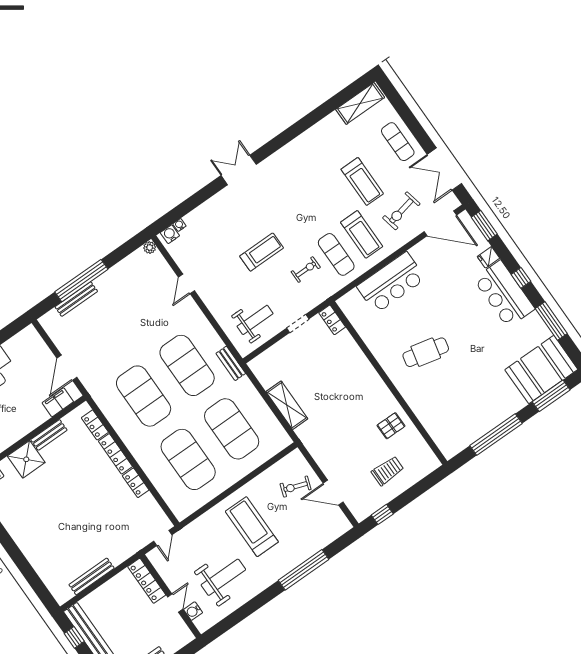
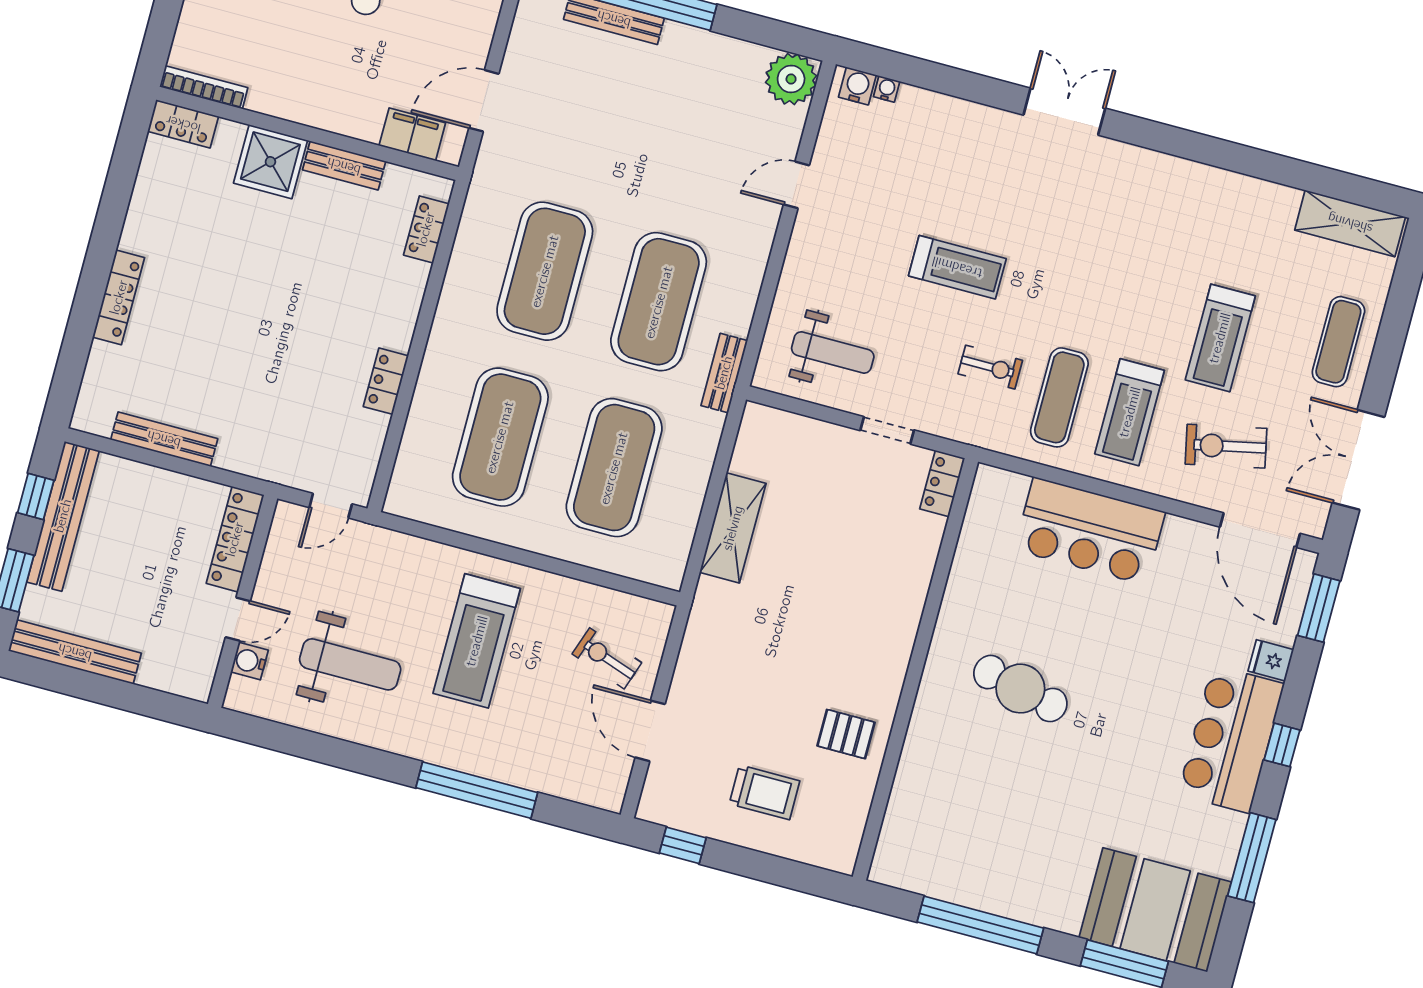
plant: (150, 248) -> (791, 79), width x1.88, depth x1.88
locker: (115, 454) -> (119, 297), moved, turned 180
treadmill: (252, 527) -> (477, 641), turned 180

